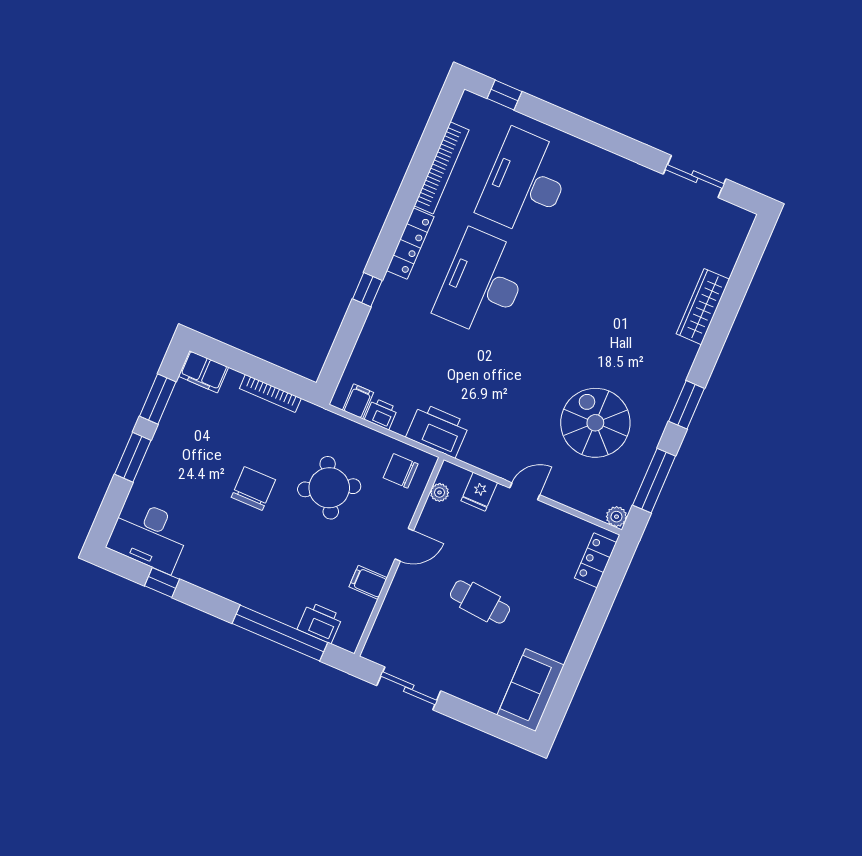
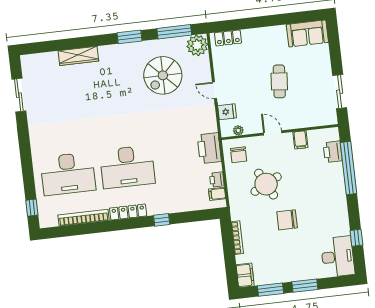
plant: (616, 517) -> (197, 45), width x1.88, depth x1.88

